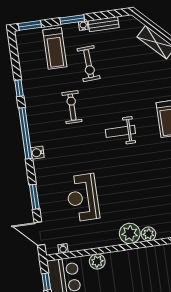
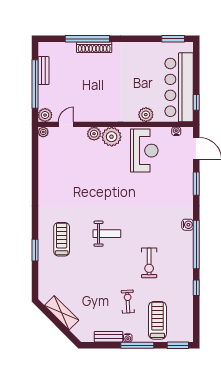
window: (72, 19) -> (137, 345), width x1.44
exercise bike: (89, 64) -> (128, 302), width x0.73, depth x0.72
reception desk: (83, 198) -> (144, 151), moved

